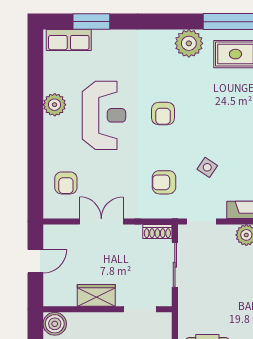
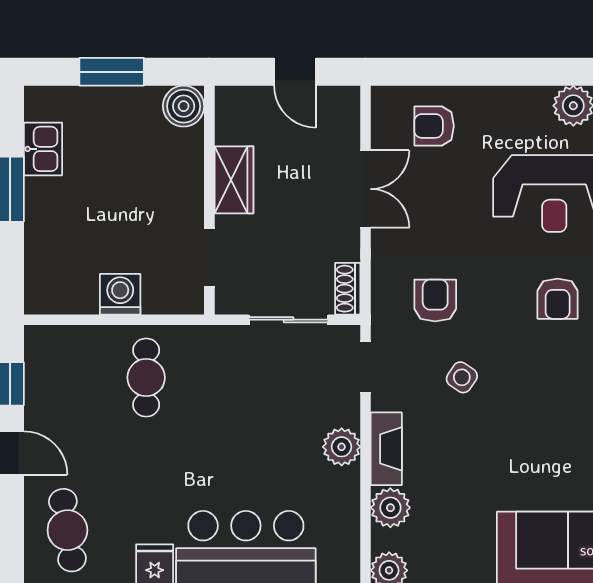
armchair: (163, 114) -> (558, 299), turned -90

